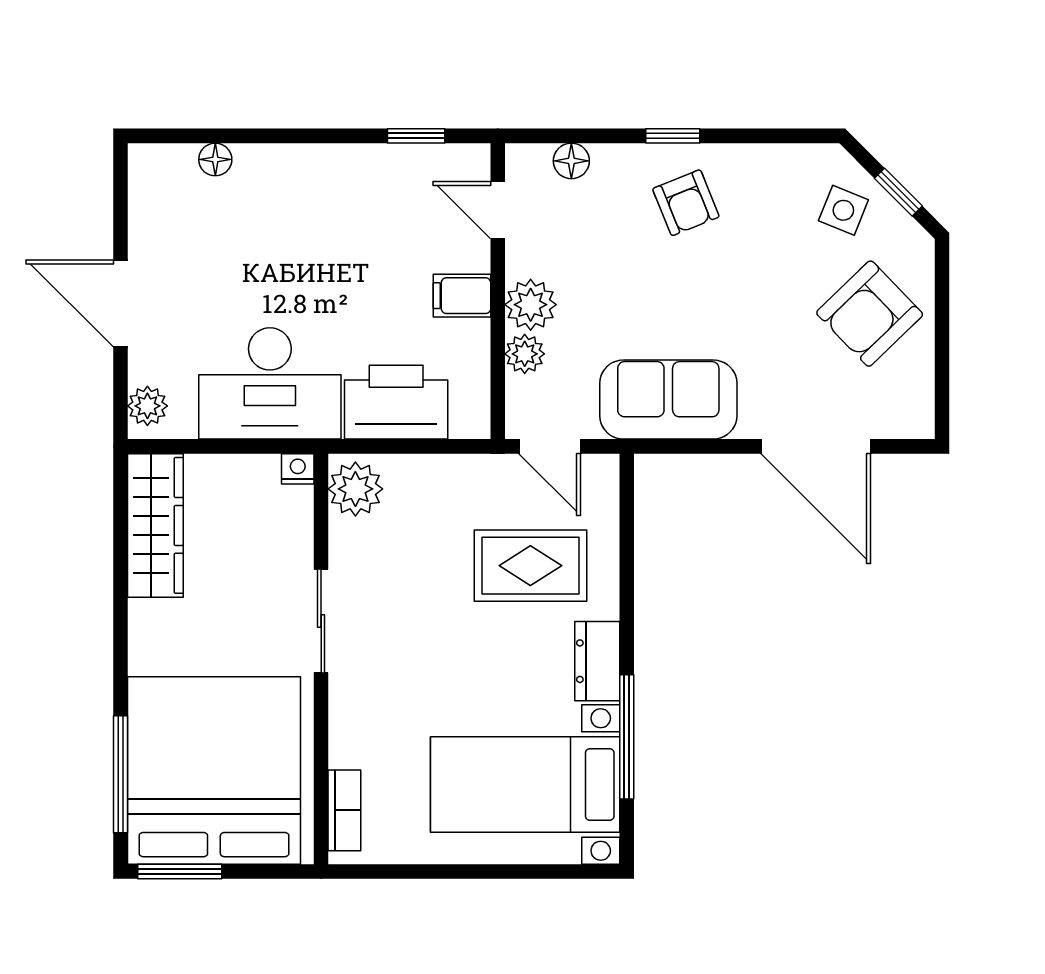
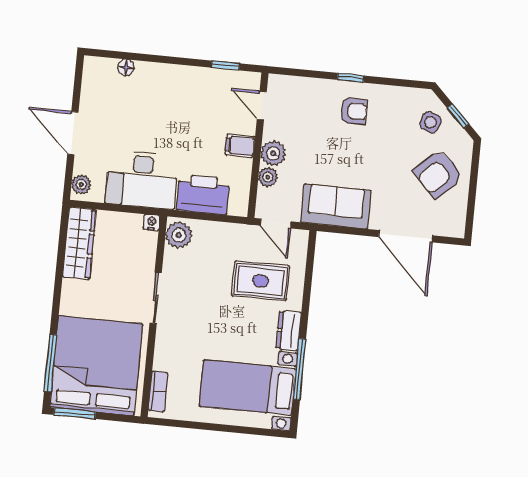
floor lamp: (571, 161) -> (300, 85), removed
armchair: (686, 203) -> (354, 111), turned -68

